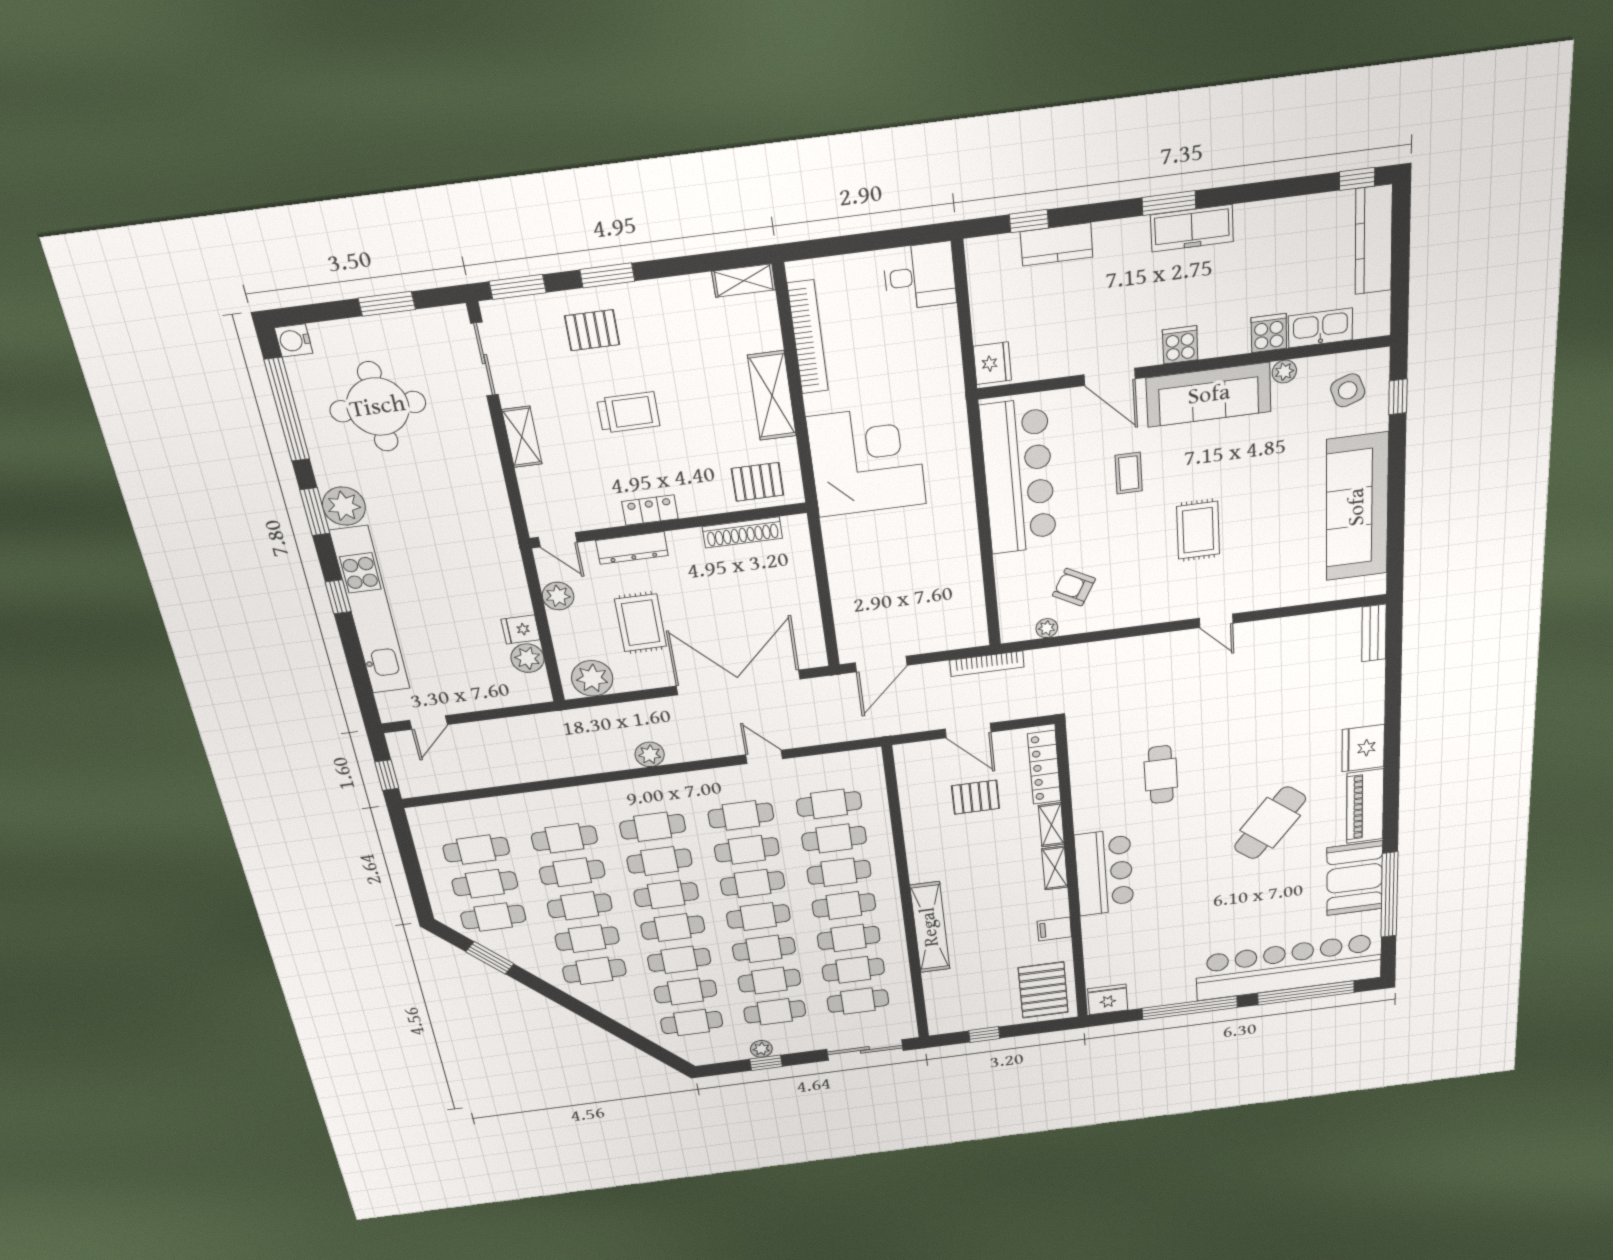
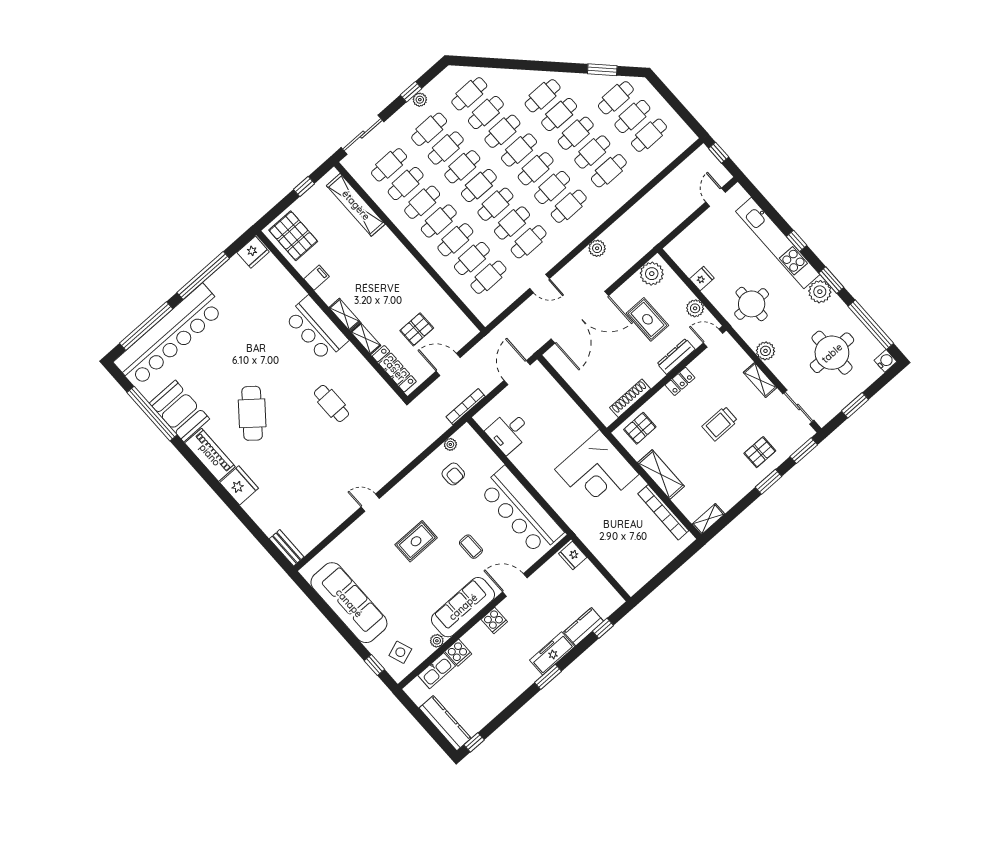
freezer: (1192, 228) -> (552, 653), moved
desk: (920, 276) -> (509, 432), moved
rug: (1198, 530) -> (416, 541), turned 90
round table: (466, 552) -> (752, 304), added
armchair: (1074, 587) -> (453, 474), turned 61
plant: (527, 658) -> (765, 351), moved
shelving: (930, 927) -> (356, 205), moved

